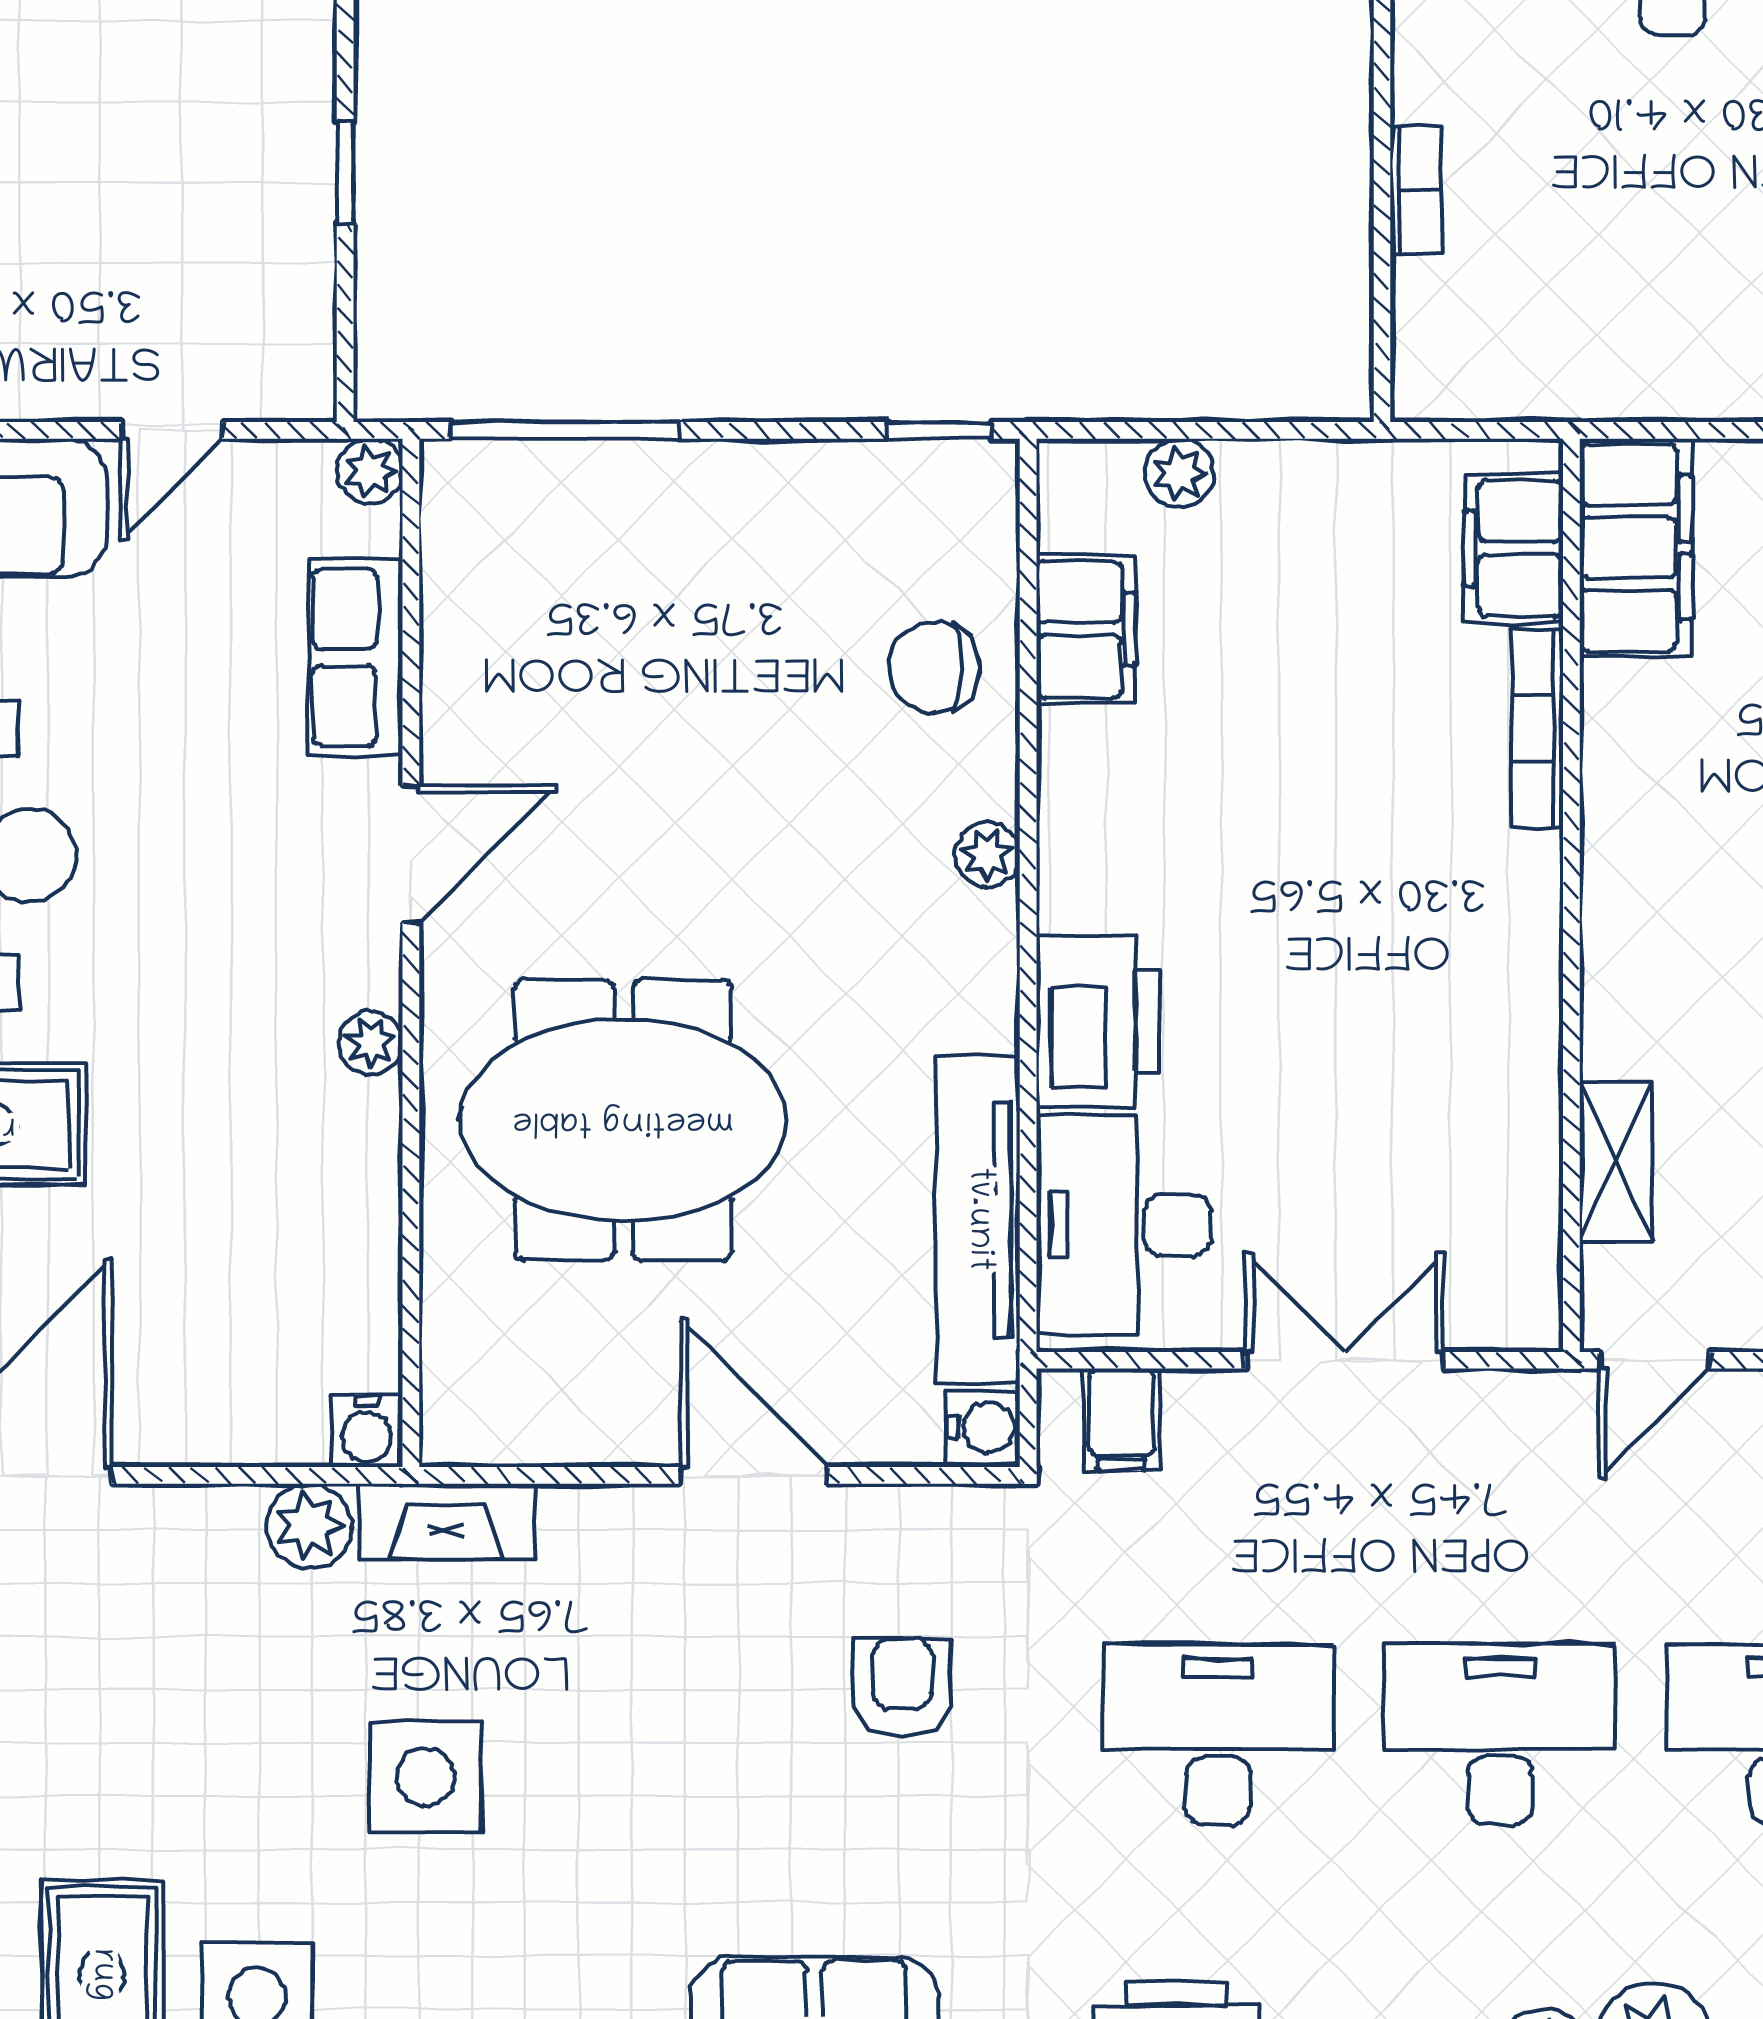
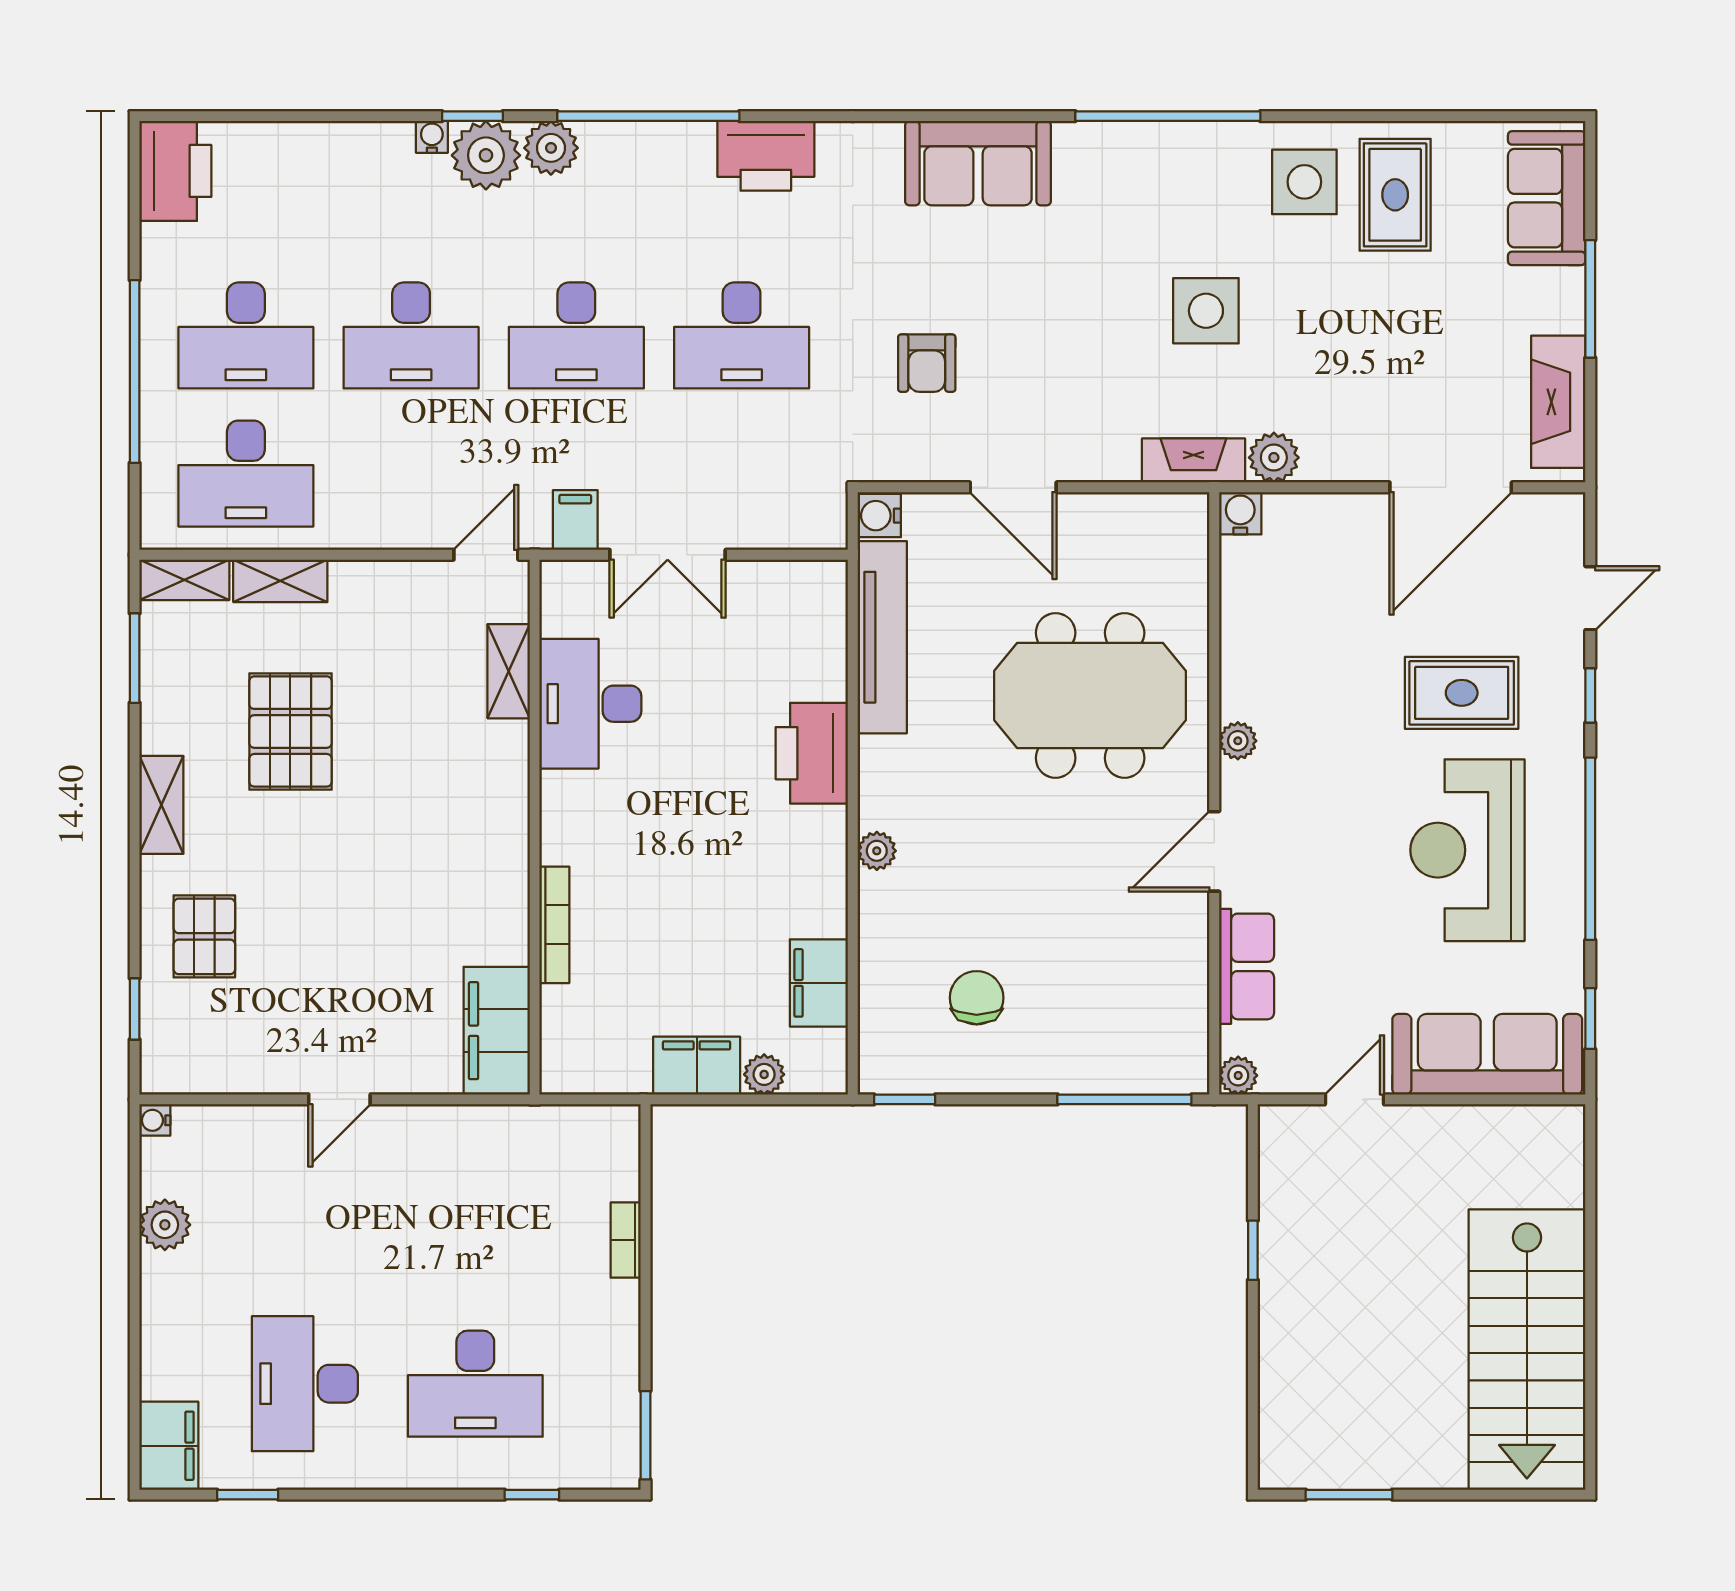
filing cabinet: (1514, 548) -> (697, 1066), moved, turned -90
chair: (934, 667) -> (977, 998), moved, turned -90
desk: (1123, 1225) -> (590, 704), moved, turned 180
filing cabinet: (1121, 1420) -> (575, 520), moved

